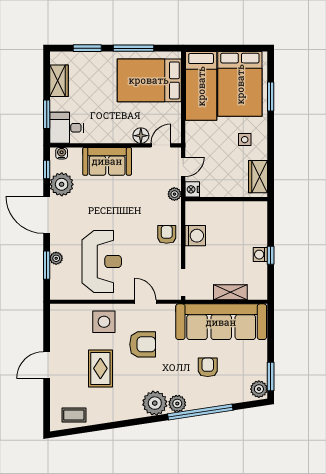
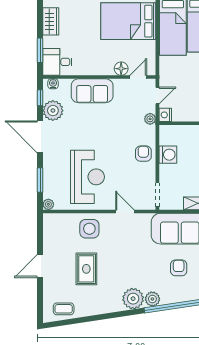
plant: (56, 258) -> (48, 204), moved
armchair: (143, 344) -> (123, 248), removed

